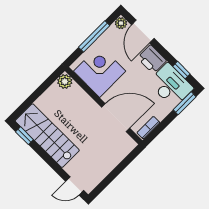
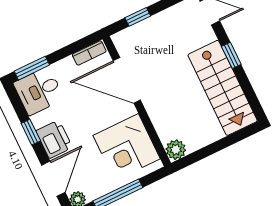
window: (181, 70) -> (31, 132), moved
desk: (171, 85) -> (39, 91), width x0.73
window: (24, 136) -> (231, 55), moved
window: (123, 164) -> (138, 17), added

